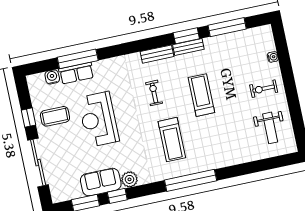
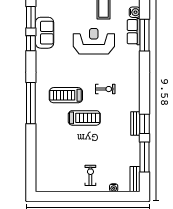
bench: (157, 54) -> (135, 179), moved
treadmill: (201, 95) -> (84, 118), moved
weight bench: (270, 128) -> (59, 174), removed
plant: (129, 179) -> (42, 56), removed

